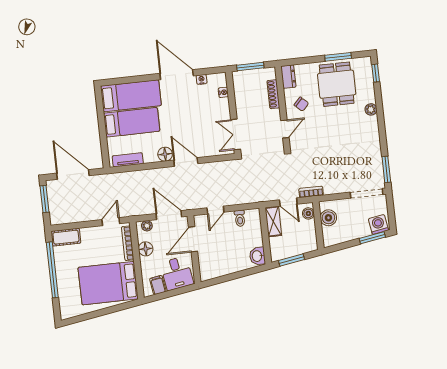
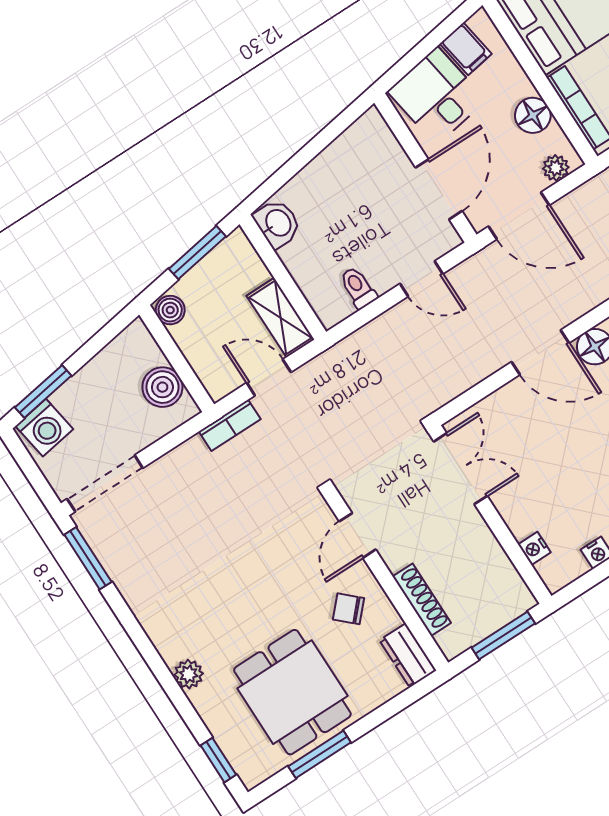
door: (215, 210) -> (421, 279), swing flipped
boiler: (308, 213) -> (170, 310), moved

